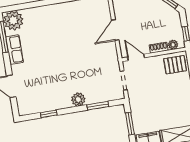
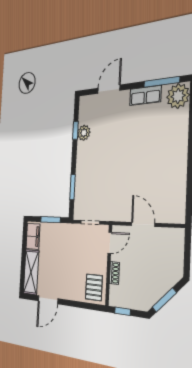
plant: (173, 45) -> (114, 292), removed
plant: (78, 99) -> (84, 133), moved

